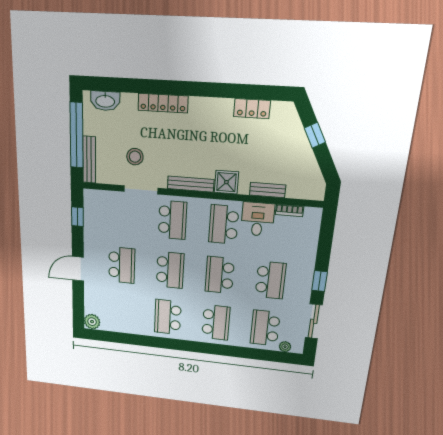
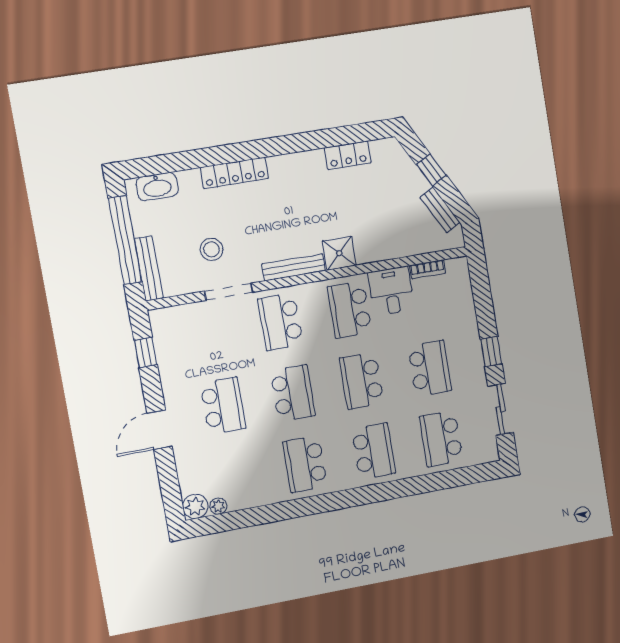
bench: (267, 190) -> (440, 210), moved, turned 62
school desk: (172, 220) -> (280, 322), turned 180
plant: (285, 347) -> (218, 506), moved

